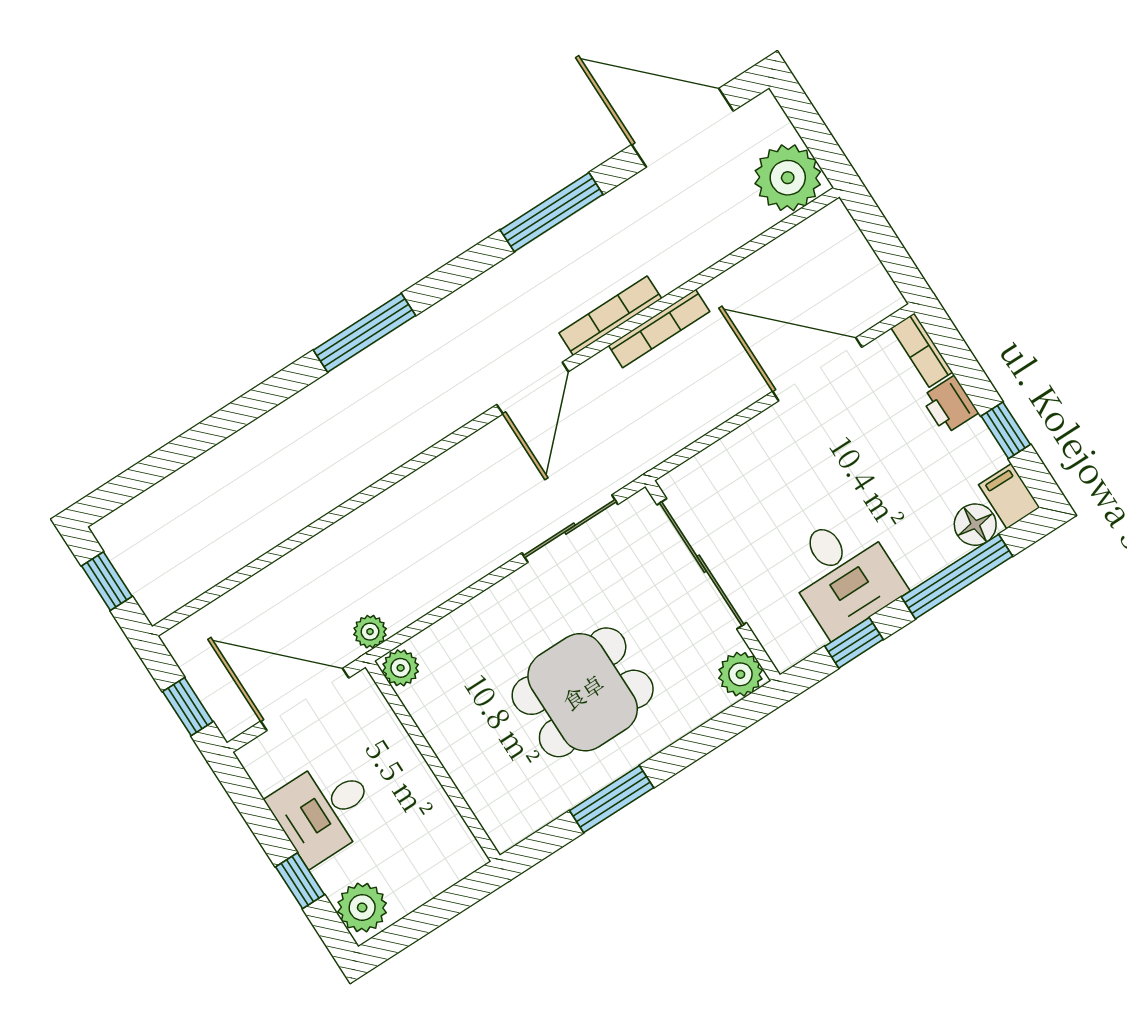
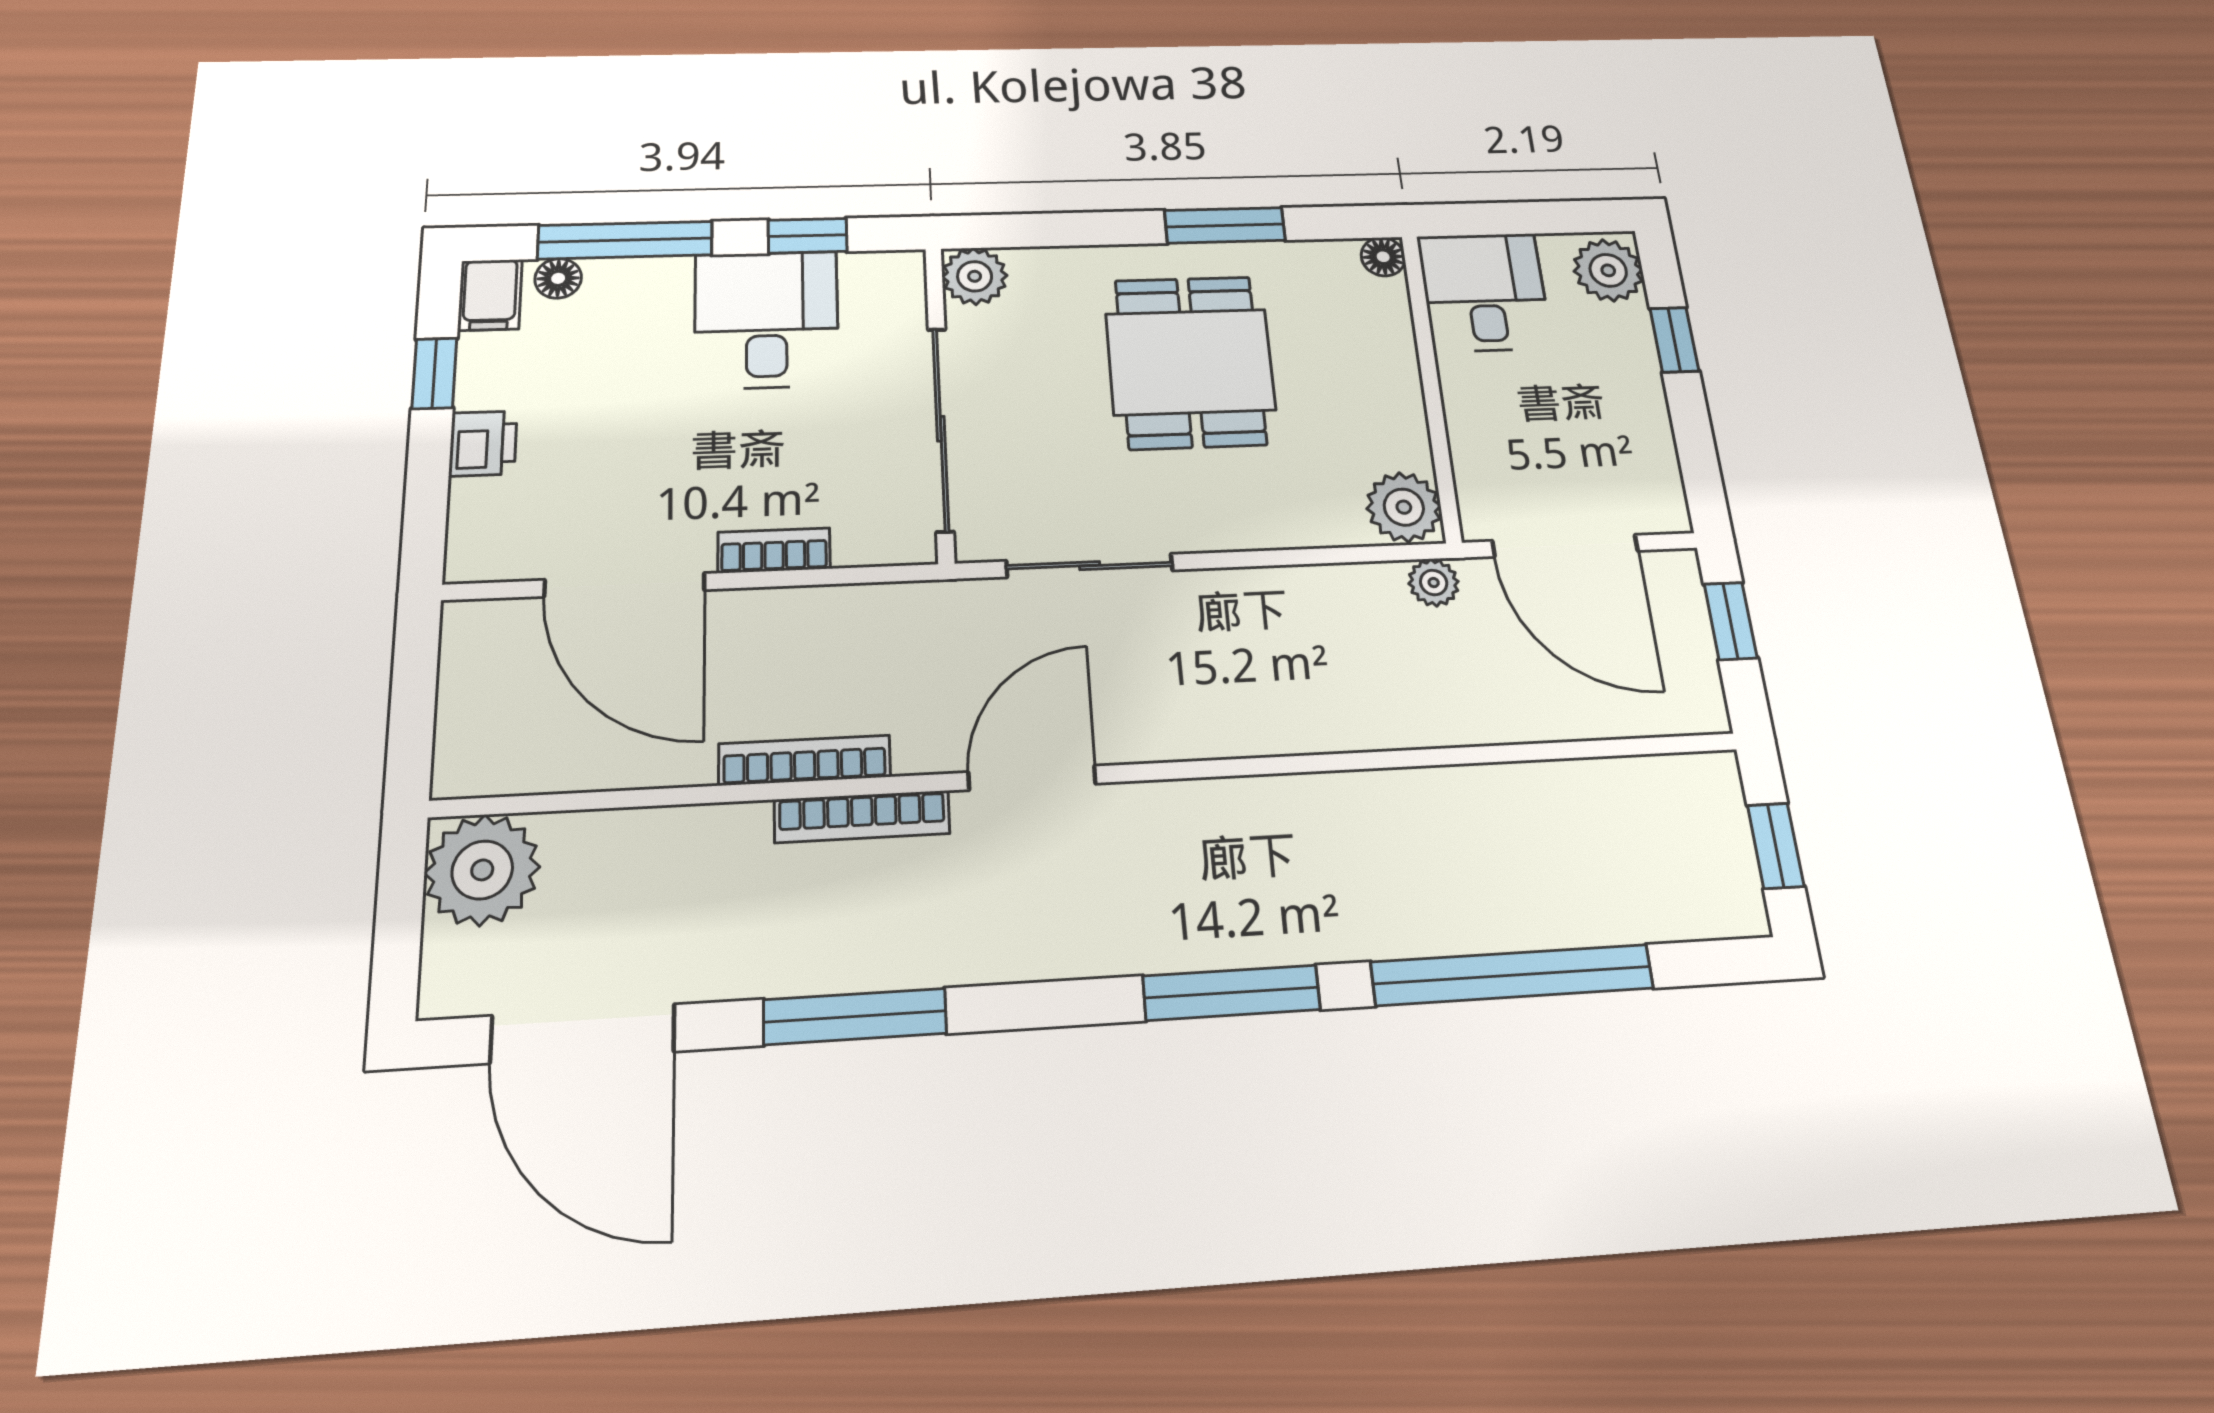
bookcase: (922, 350) -> (774, 550), moved, turned -90
window: (220, 426) -> (1512, 975), added
floor lamp: (975, 525) -> (558, 278), width x0.73, depth x0.73
plant: (401, 668) -> (1404, 507), width x1.38, depth x1.38
dining table: (583, 692) -> (1190, 362), turned 90
desk: (324, 810) -> (1484, 292), moved, turned -90
floor lamp: (505, 834) -> (1383, 257), added

